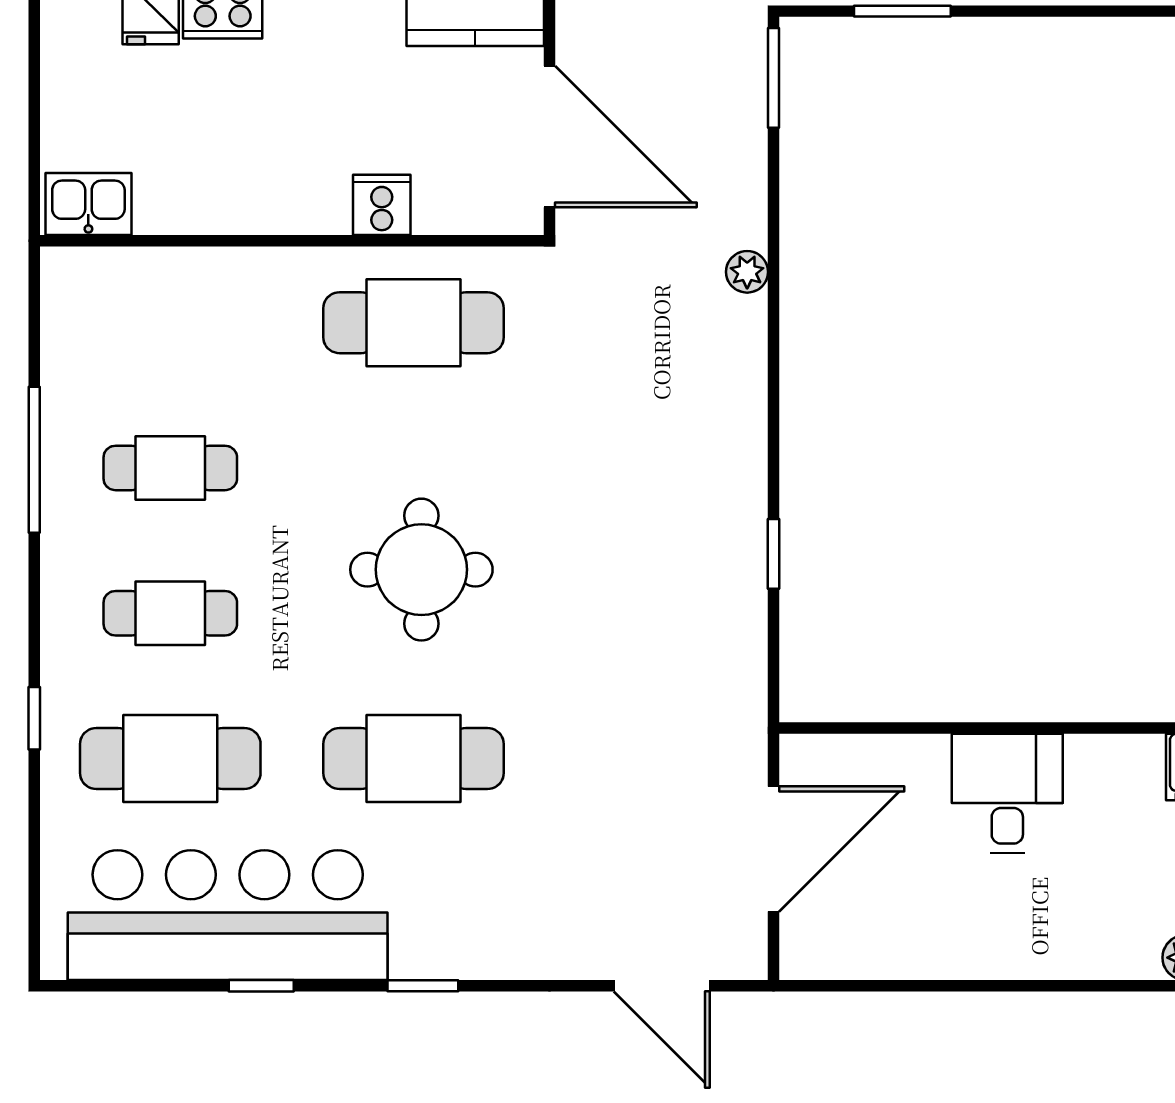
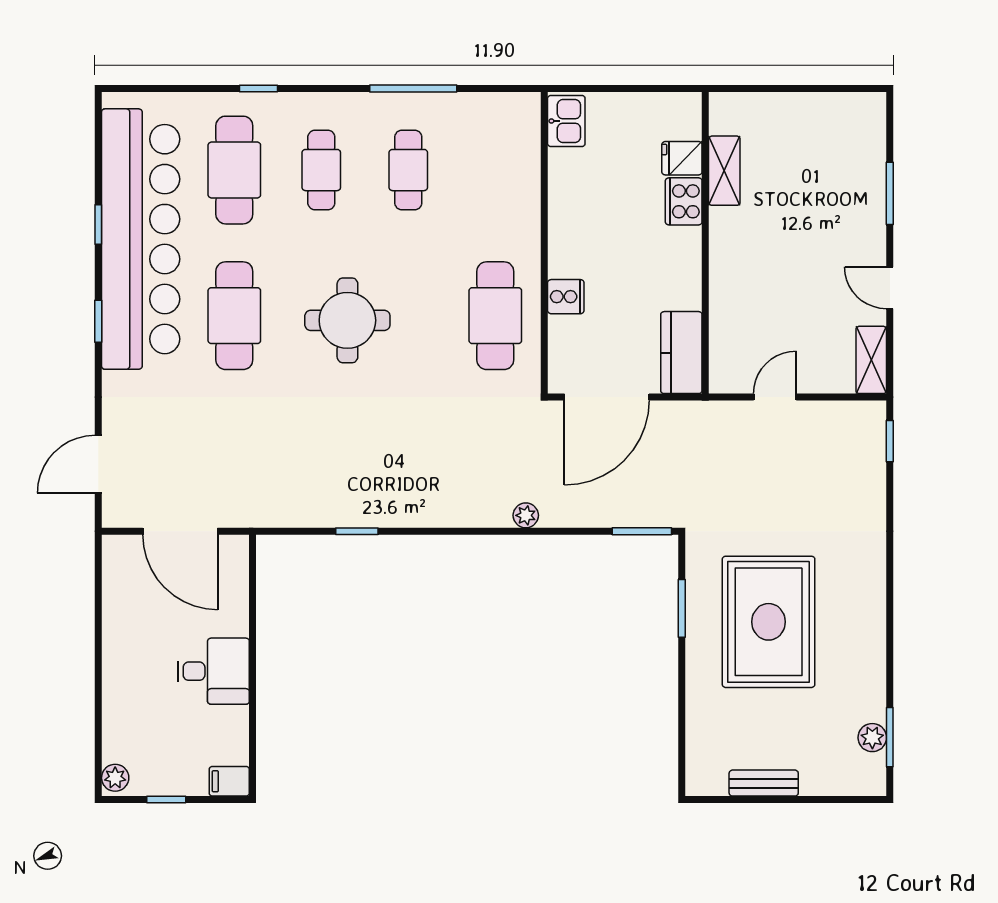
bar counter: (228, 915) -> (141, 239), width x1.36

